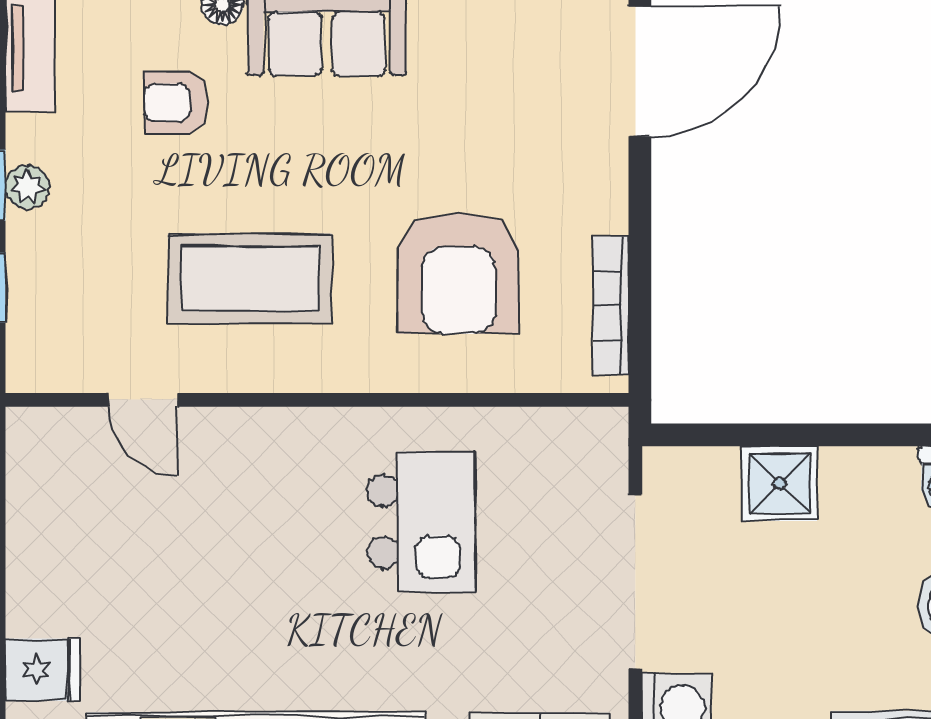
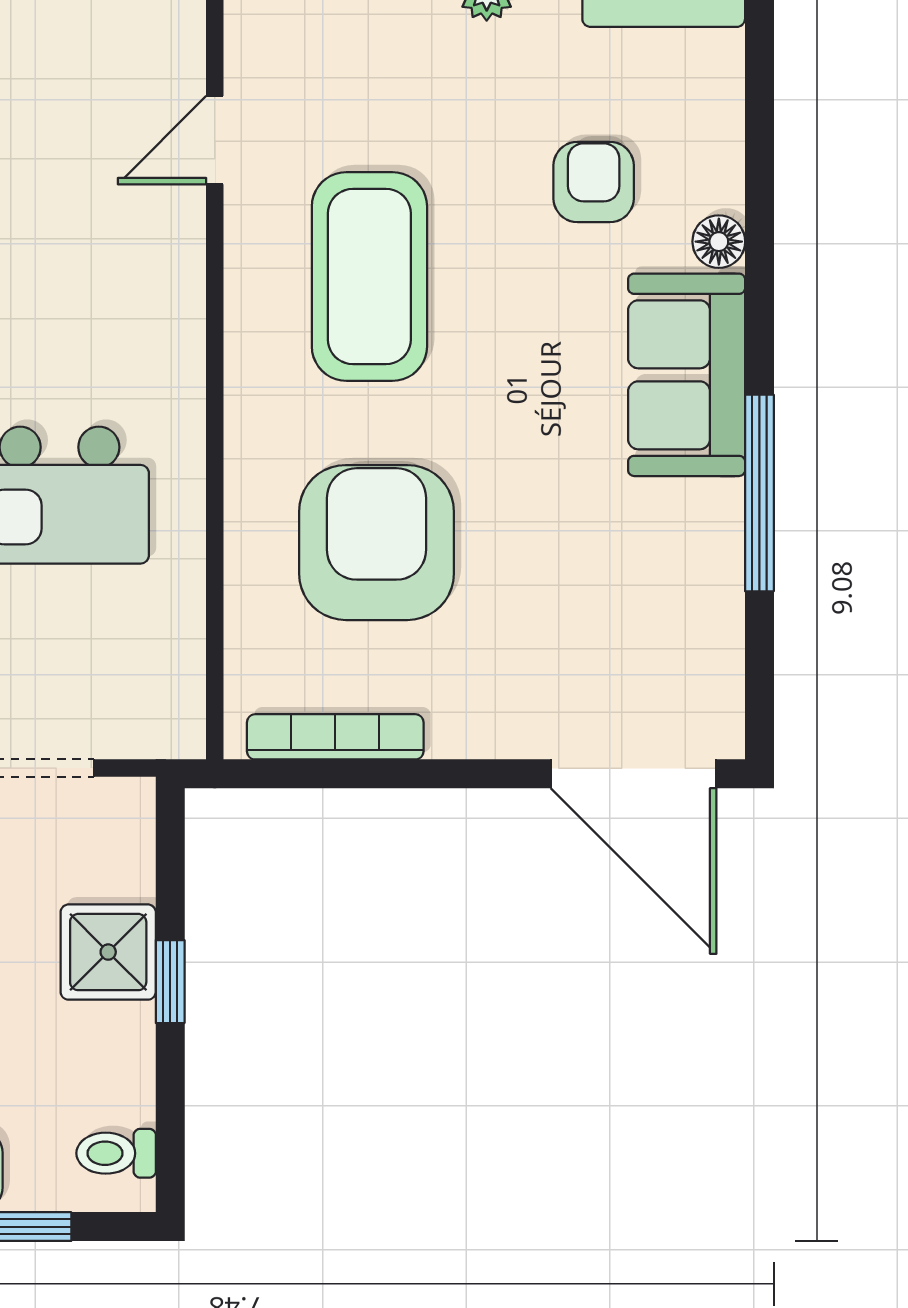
armchair: (458, 273) -> (377, 543), turned 90
window: (803, 435) -> (170, 982), added

